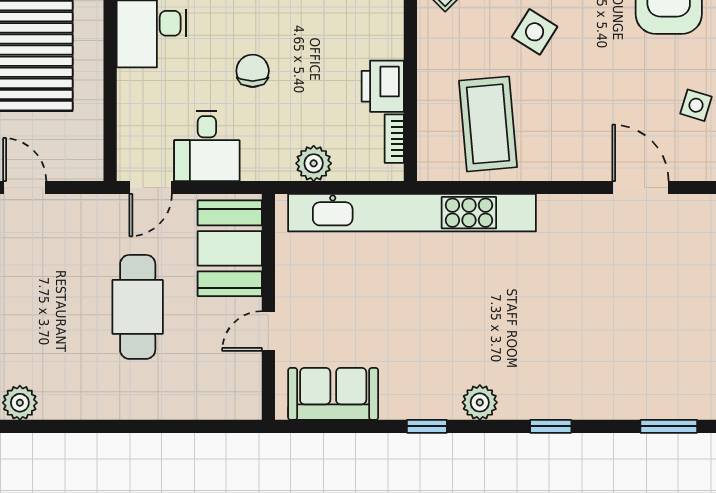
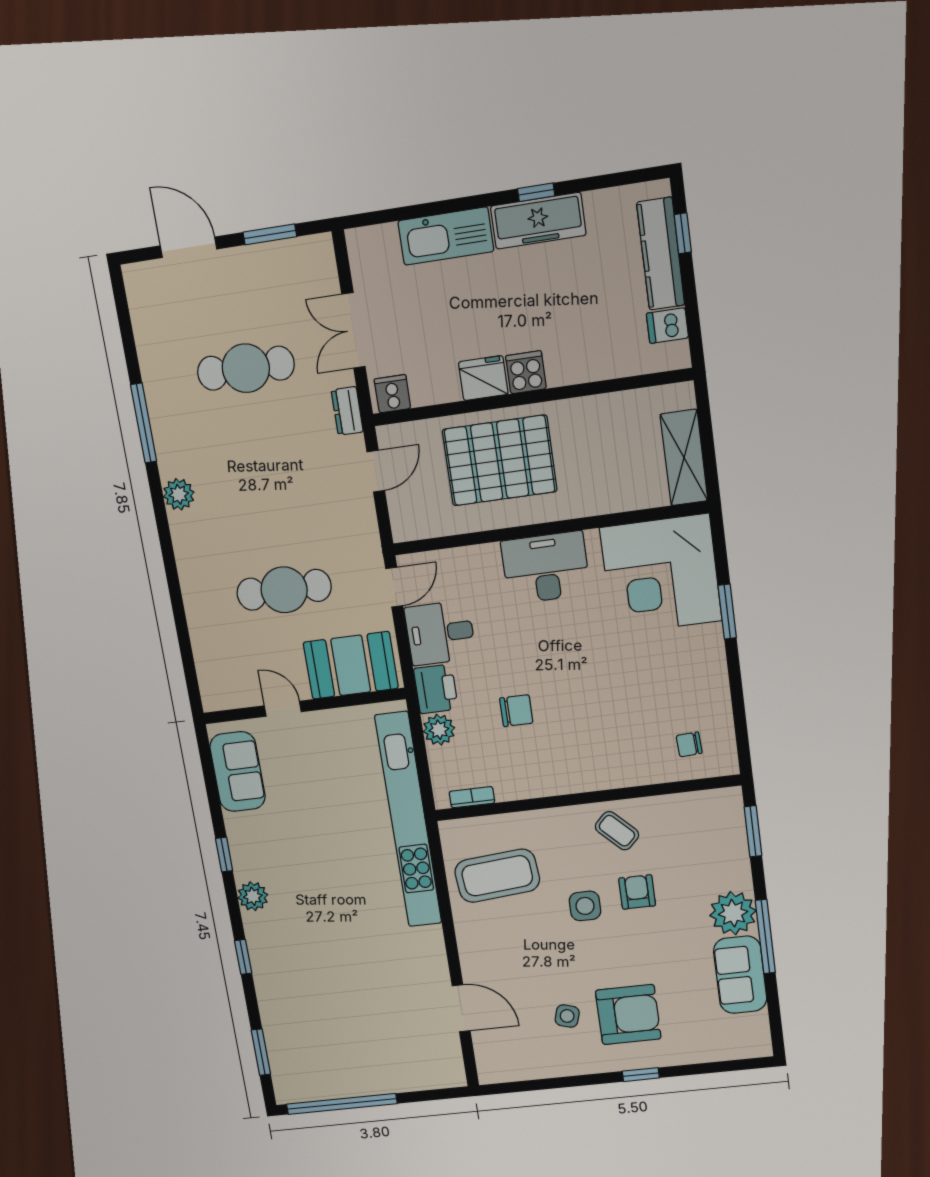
side table: (535, 32) -> (585, 906), turned -32
chair: (253, 71) -> (516, 711), moved
printer: (383, 86) -> (436, 689), moved, turned 90
side table: (696, 105) -> (567, 1016), moved
door: (151, 187) -> (394, 587), swing flipped
door: (640, 187) -> (461, 1008), hinge flipped

